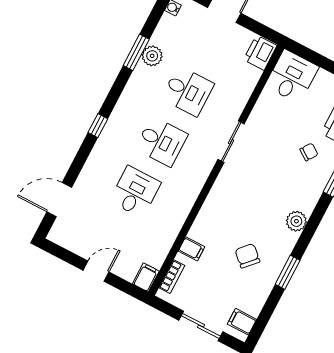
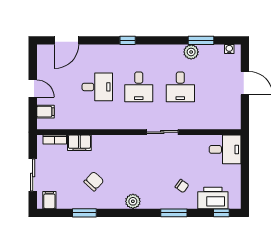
window: (136, 52) -> (201, 40), moved
printer: (260, 53) -> (230, 121), removed
door: (59, 200) -> (67, 40), swing flipped
filing cabinet: (191, 249) -> (79, 143), width x2.00
window: (288, 272) -> (84, 213), moved
filing cabinet: (146, 277) -> (45, 112), moved

